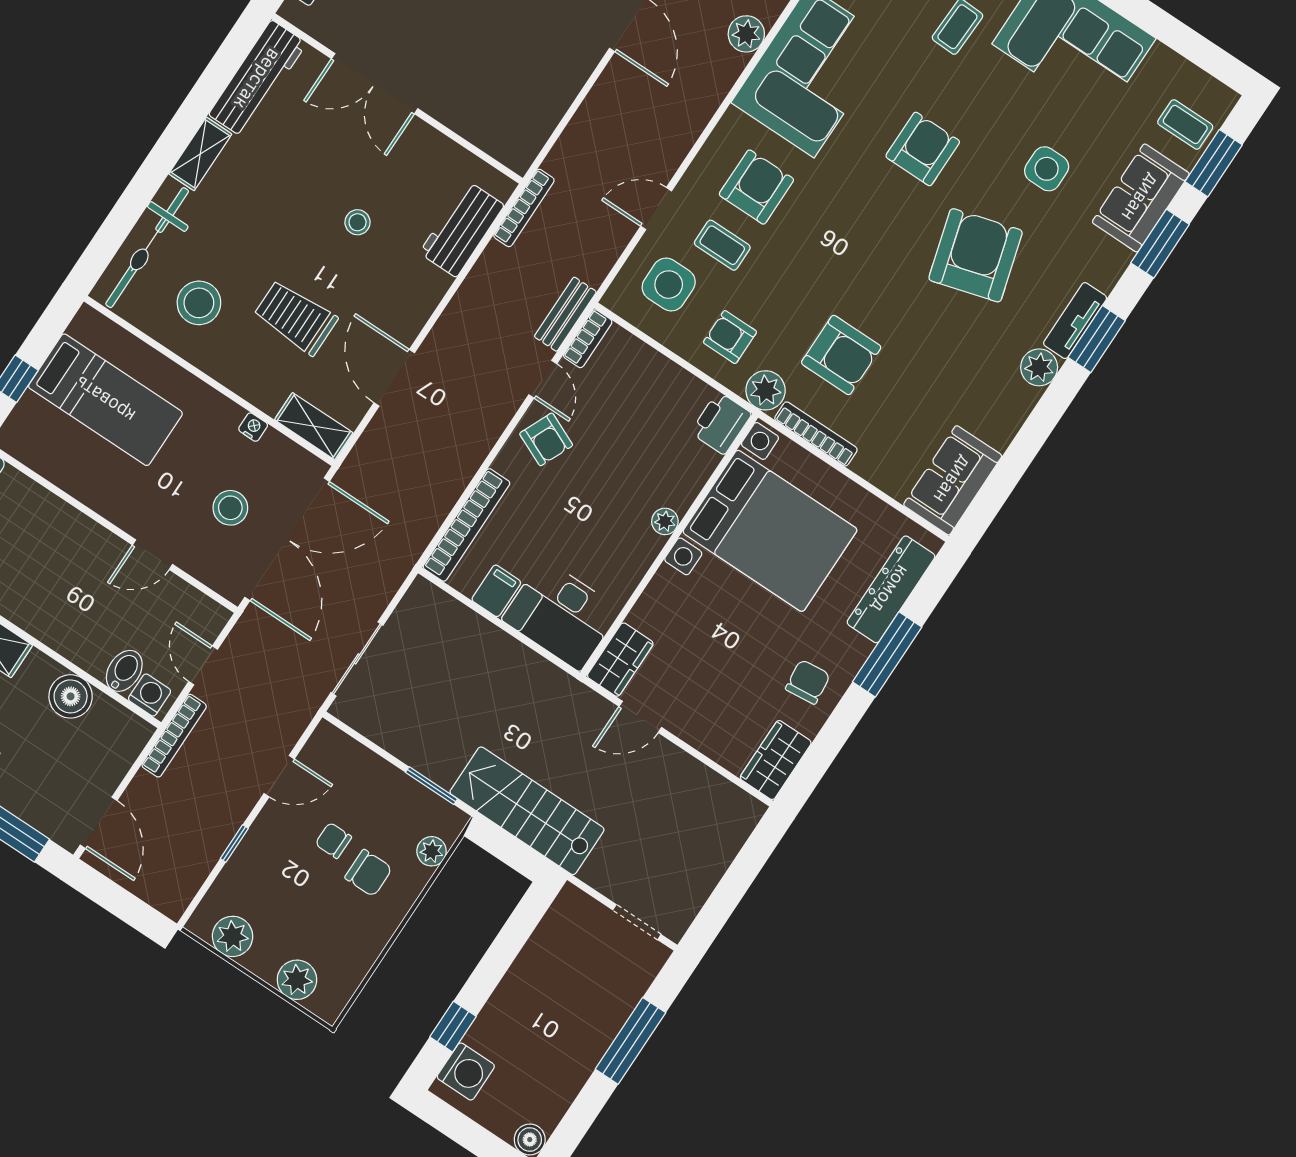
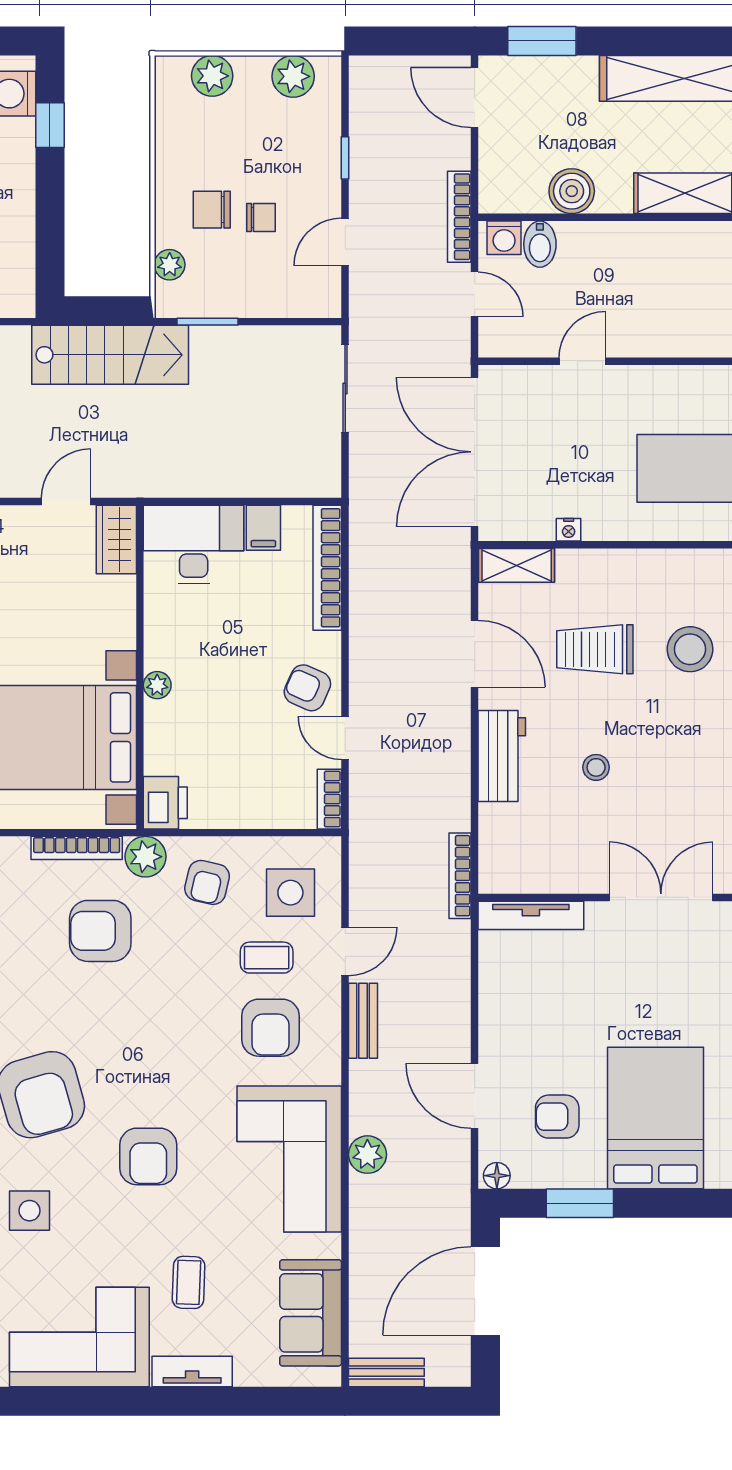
tv unit: (488, 139) -> (531, 915), added
workbench: (462, 229) -> (502, 756), moved
stool: (199, 303) -> (690, 649), moved
bench: (565, 314) -> (363, 1021), moved
trolley: (296, 317) -> (595, 649), turned 180
armchair: (730, 337) -> (207, 882), turned 103
stool: (230, 508) -> (542, 447), removed

